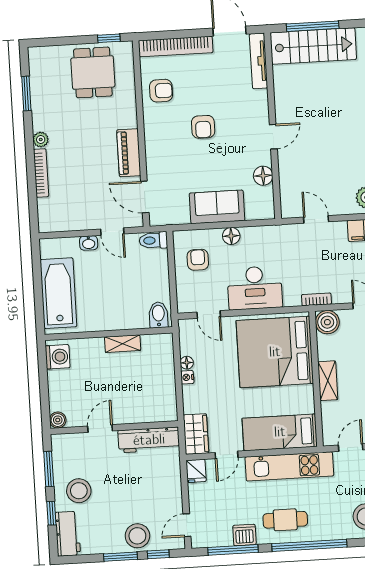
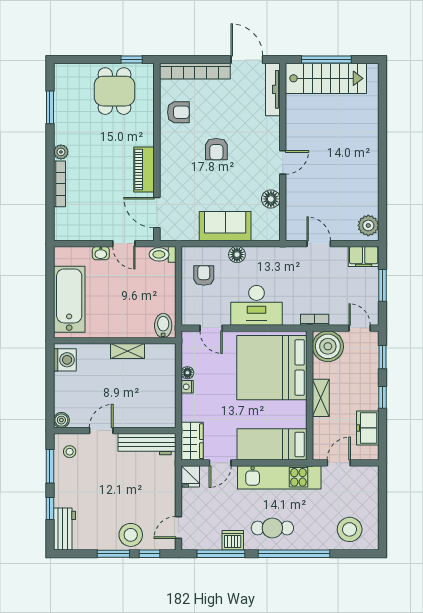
boiler: (327, 322) -> (328, 346), width x1.37, depth x1.37
stool: (79, 491) -> (70, 452), moved, width x0.53, depth x0.53

